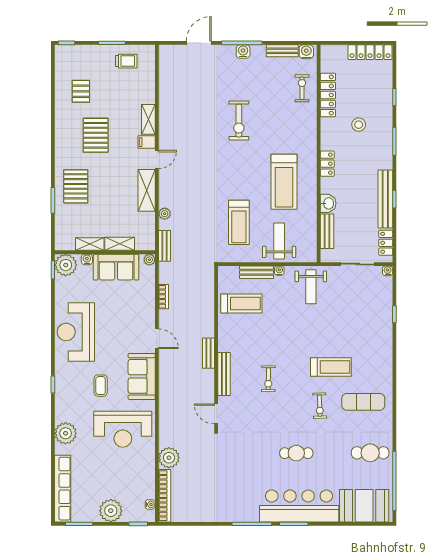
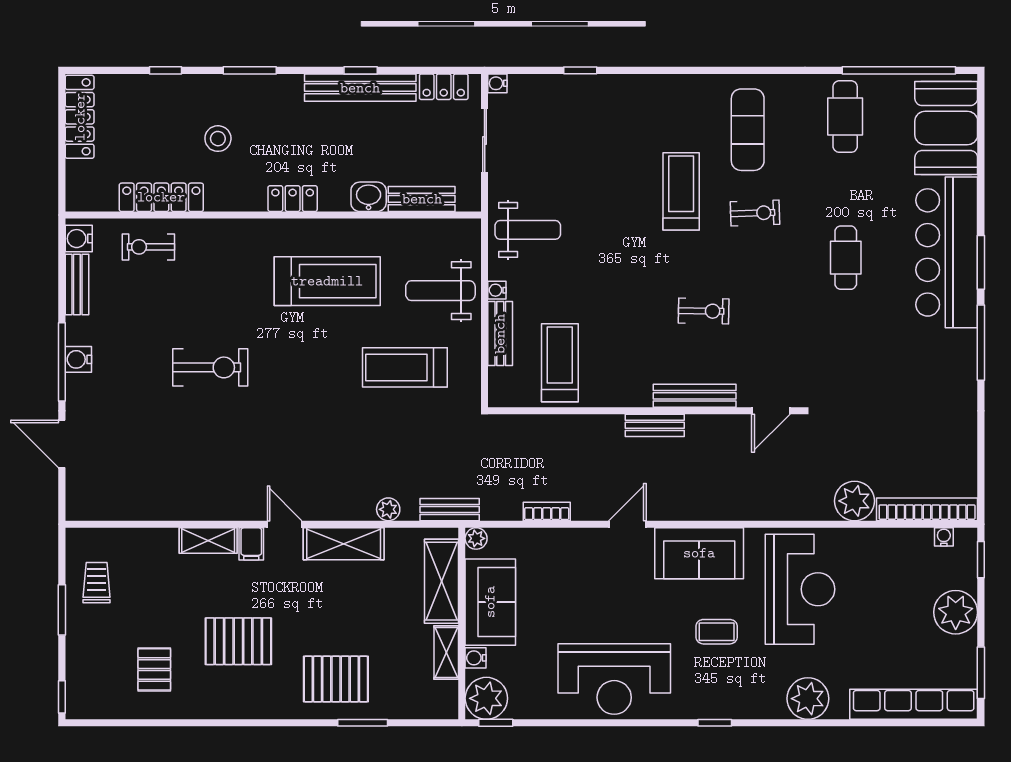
pallet: (81, 91) -> (154, 669), turned 90
treadmill: (239, 222) -> (405, 367), turned 180
shelving: (120, 244) -> (442, 581), width x1.50, depth x1.33

